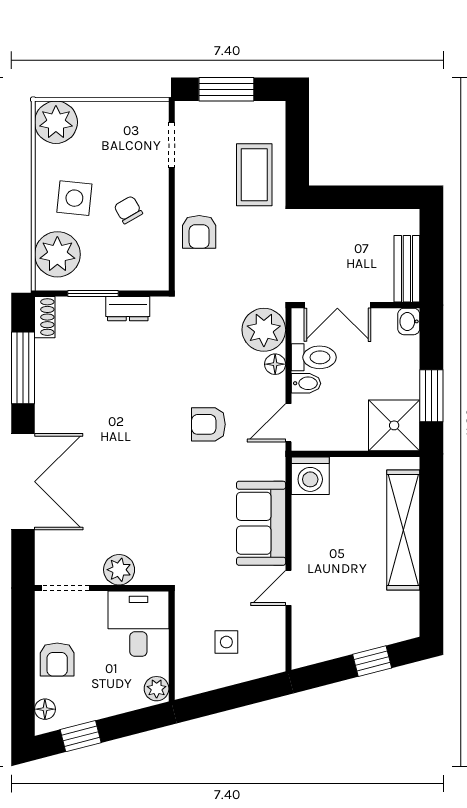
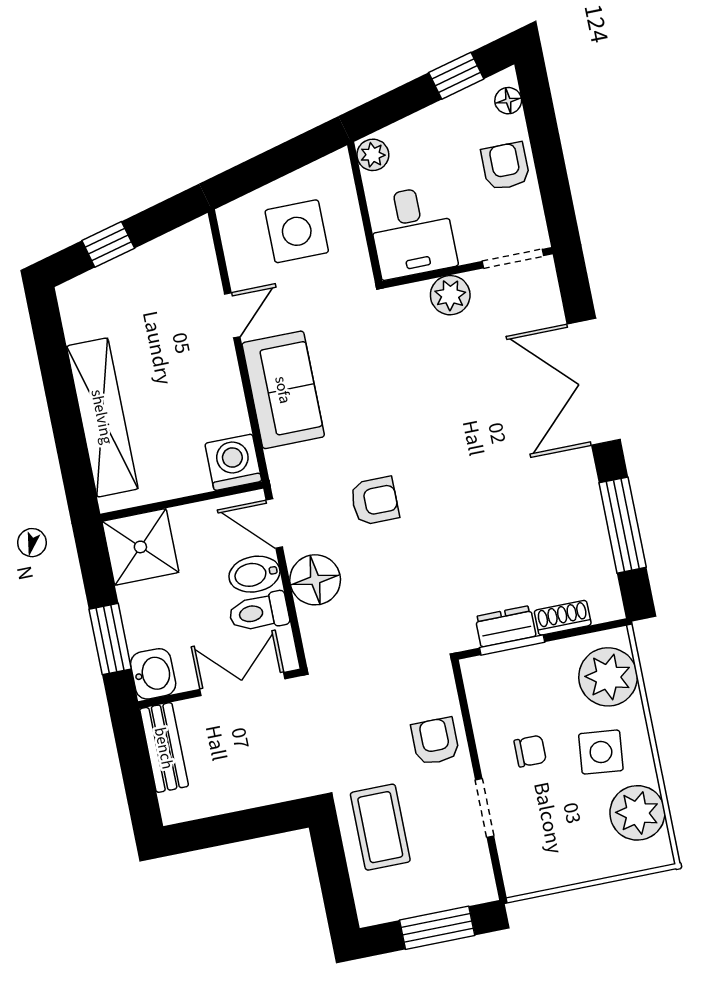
plant: (56, 122) -> (637, 813), moved
doorway: (172, 145) -> (485, 808), moved
chair: (128, 210) -> (530, 751), turned -60
window: (93, 293) -> (512, 645), moved
shoe rack: (45, 317) -> (563, 618), moved, turned 90
washbasin: (409, 321) -> (153, 674), width x1.38, depth x1.45
plant: (264, 330) -> (329, 634), removed
floor lamp: (275, 364) -> (315, 580), width x1.89, depth x1.89
bidet: (306, 383) -> (254, 574), width x1.38, depth x1.36
window: (431, 396) -> (110, 639), moved
door: (288, 423) -> (274, 523), swing flipped
side table: (226, 642) -> (297, 231), width x1.87, depth x1.87

